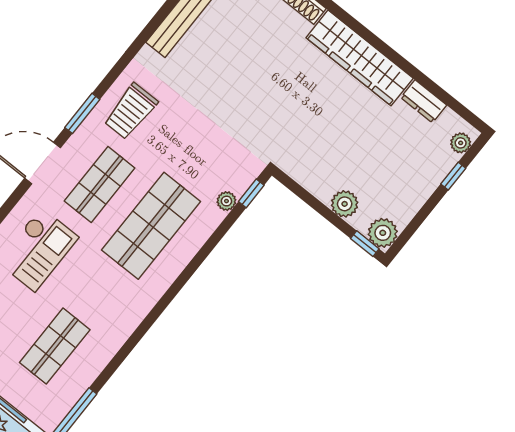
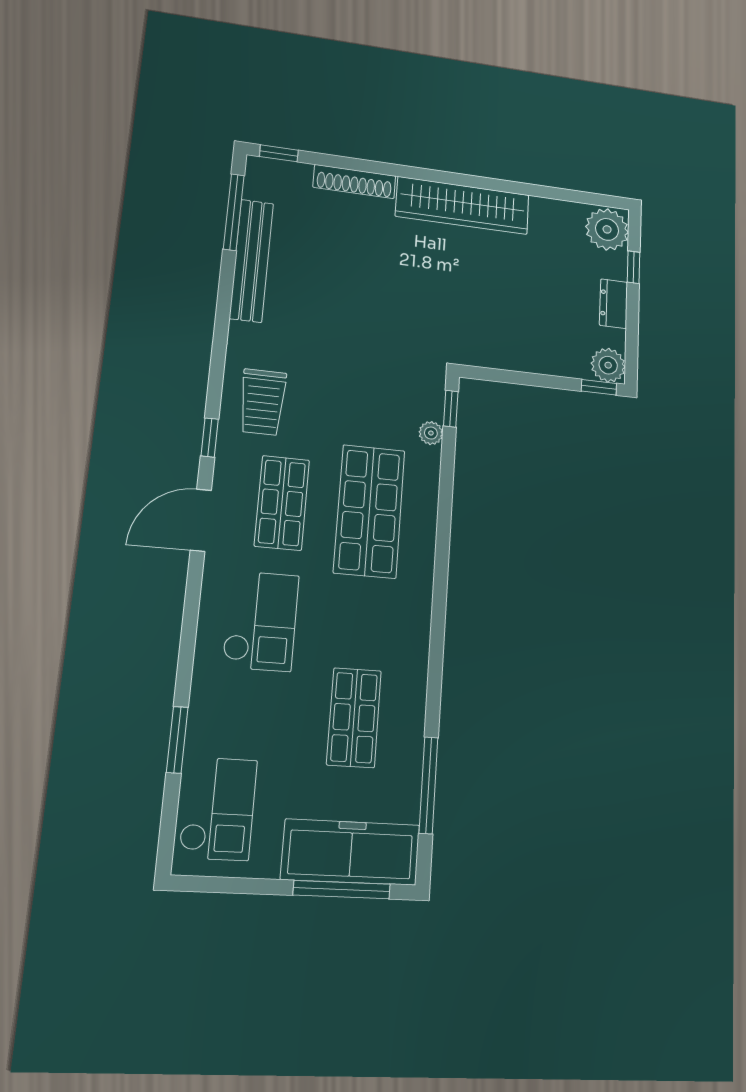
dresser: (424, 101) -> (614, 304), moved, turned 90
window: (82, 113) -> (210, 438), width x0.67
plant: (461, 143) -> (607, 229), width x1.87, depth x1.87
plant: (345, 204) -> (551, 360), removed

